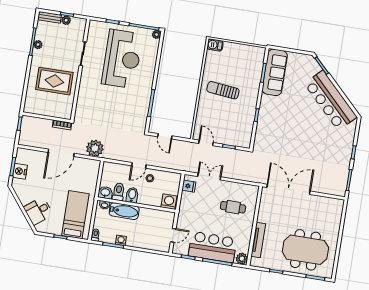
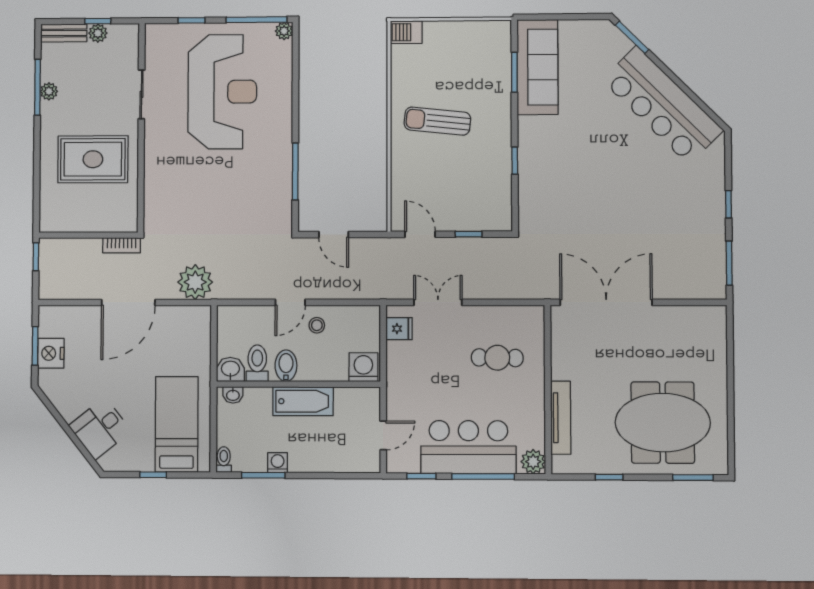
bathtub: (124, 211) -> (303, 401), moved

